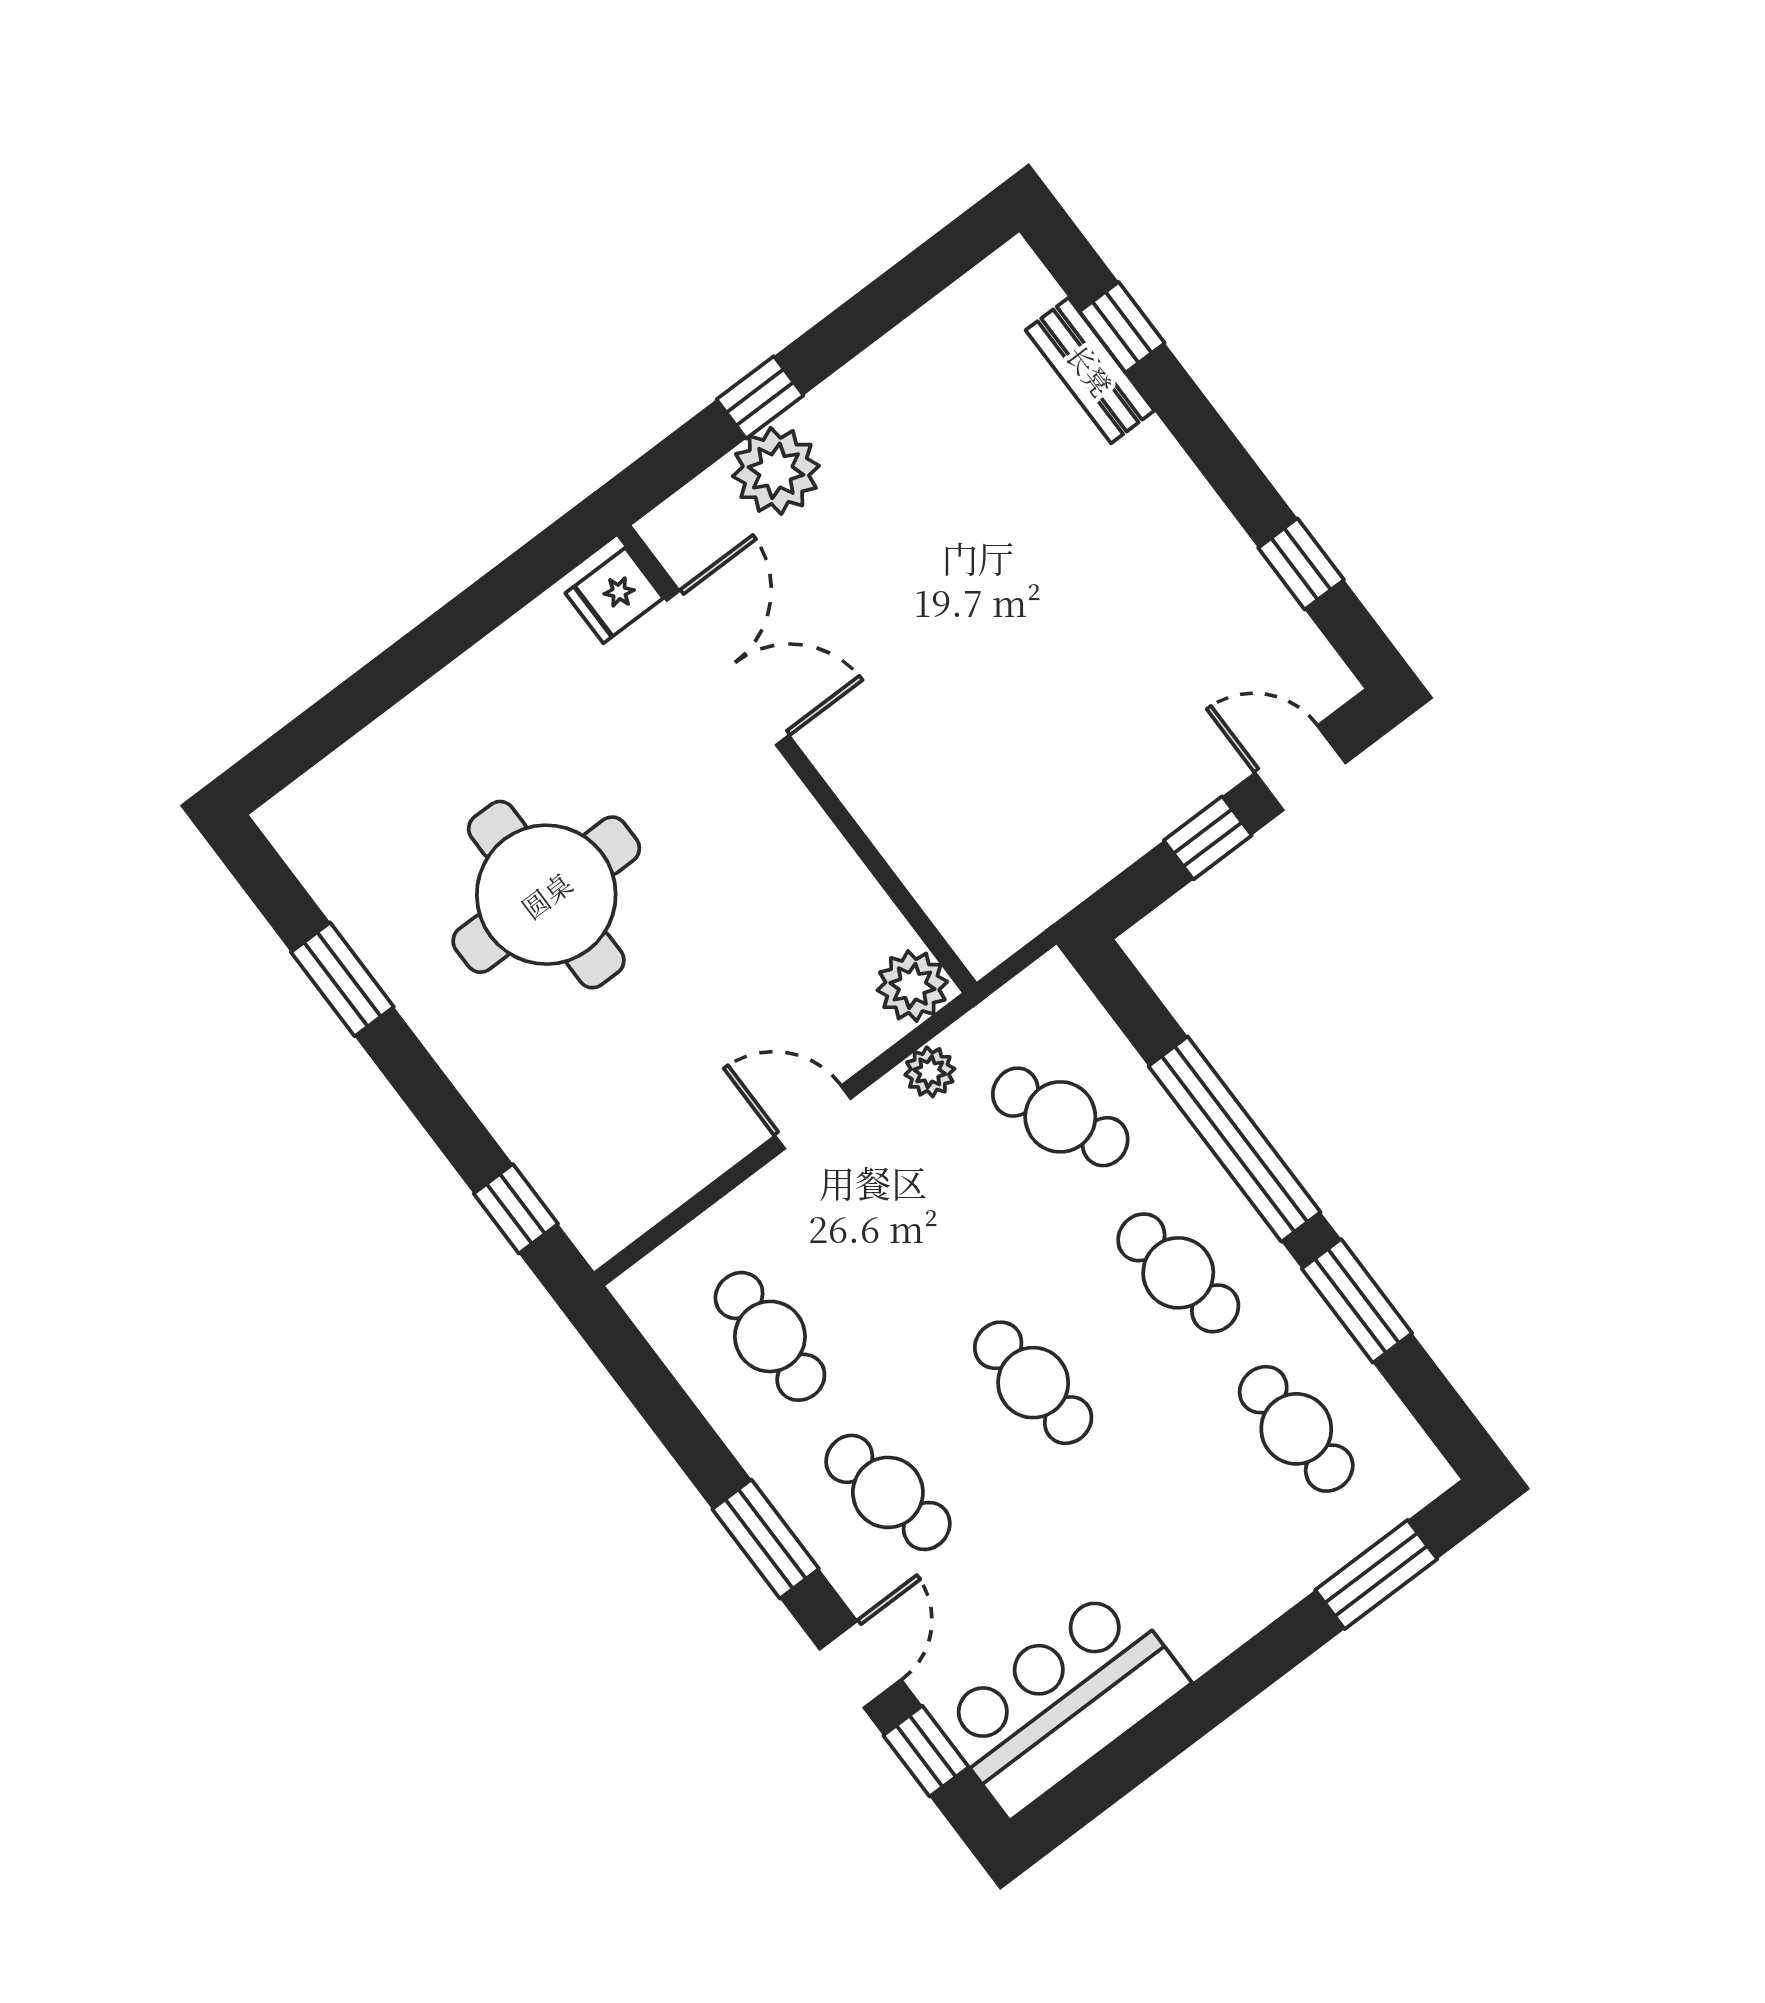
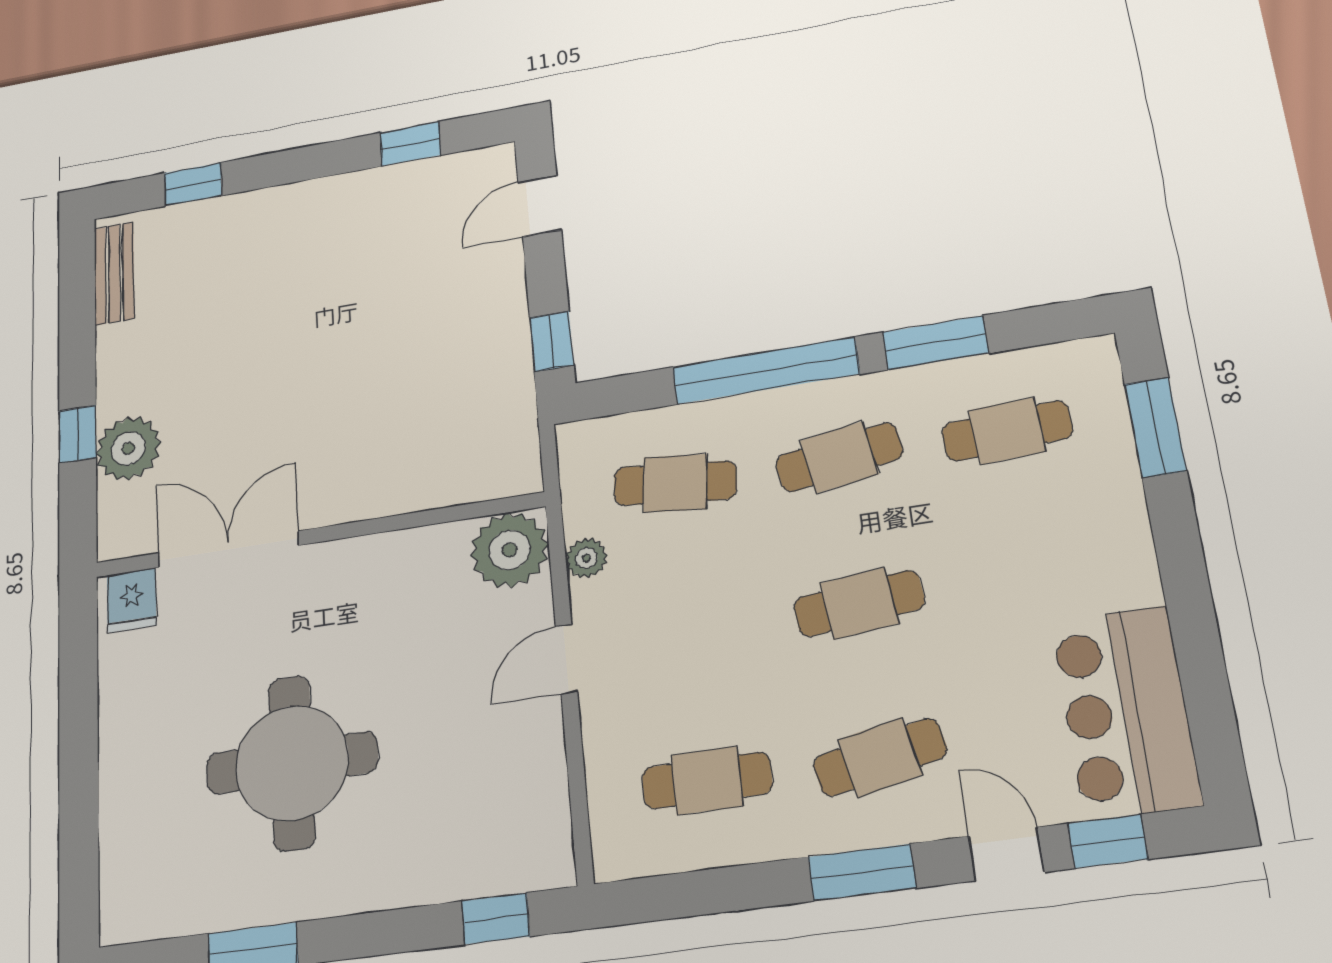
bench: (1090, 370) -> (114, 273), moved, turned 90
window: (1208, 838) -> (552, 341), moved
plant: (912, 986) -> (509, 550), width x1.36, depth x1.36
cafe table: (1060, 1117) -> (675, 483), turned 30

